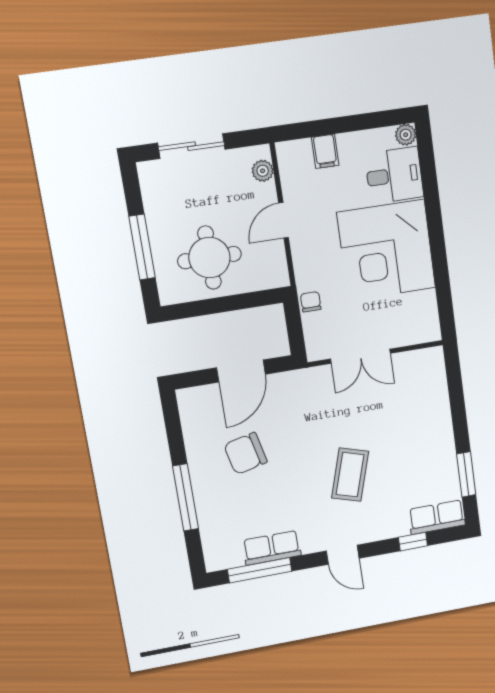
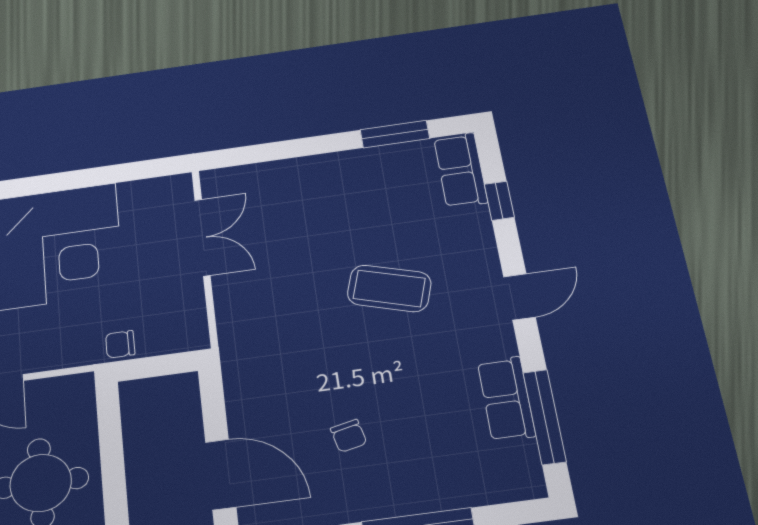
double door: (360, 356) -> (203, 237), moved
door: (241, 371) -> (221, 474), moved
chair: (246, 453) -> (349, 436), width x0.54, depth x0.54

